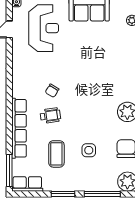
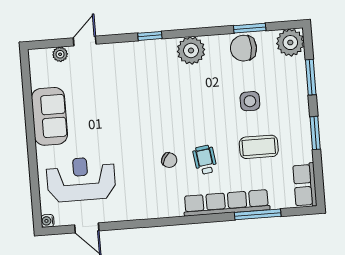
window: (9, 170) -> (258, 214), moved
window: (102, 194) -> (311, 77), width x0.69

